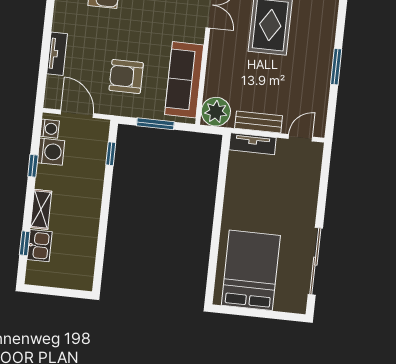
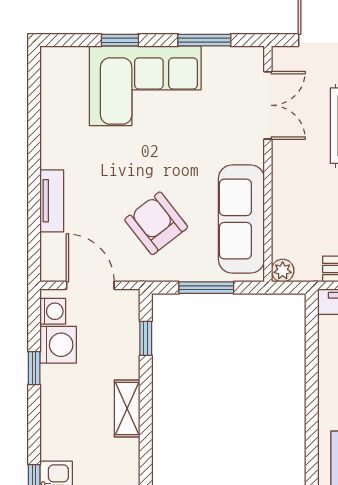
armchair: (126, 76) -> (156, 223), turned 52
plant: (216, 112) -> (283, 271), width x0.53, depth x0.53
shelving: (41, 209) -> (127, 409), moved

